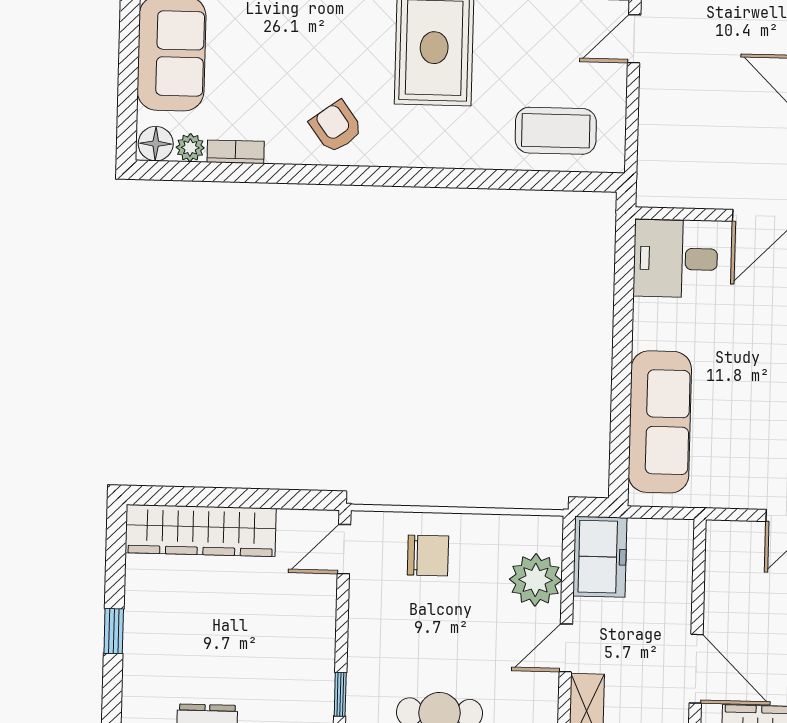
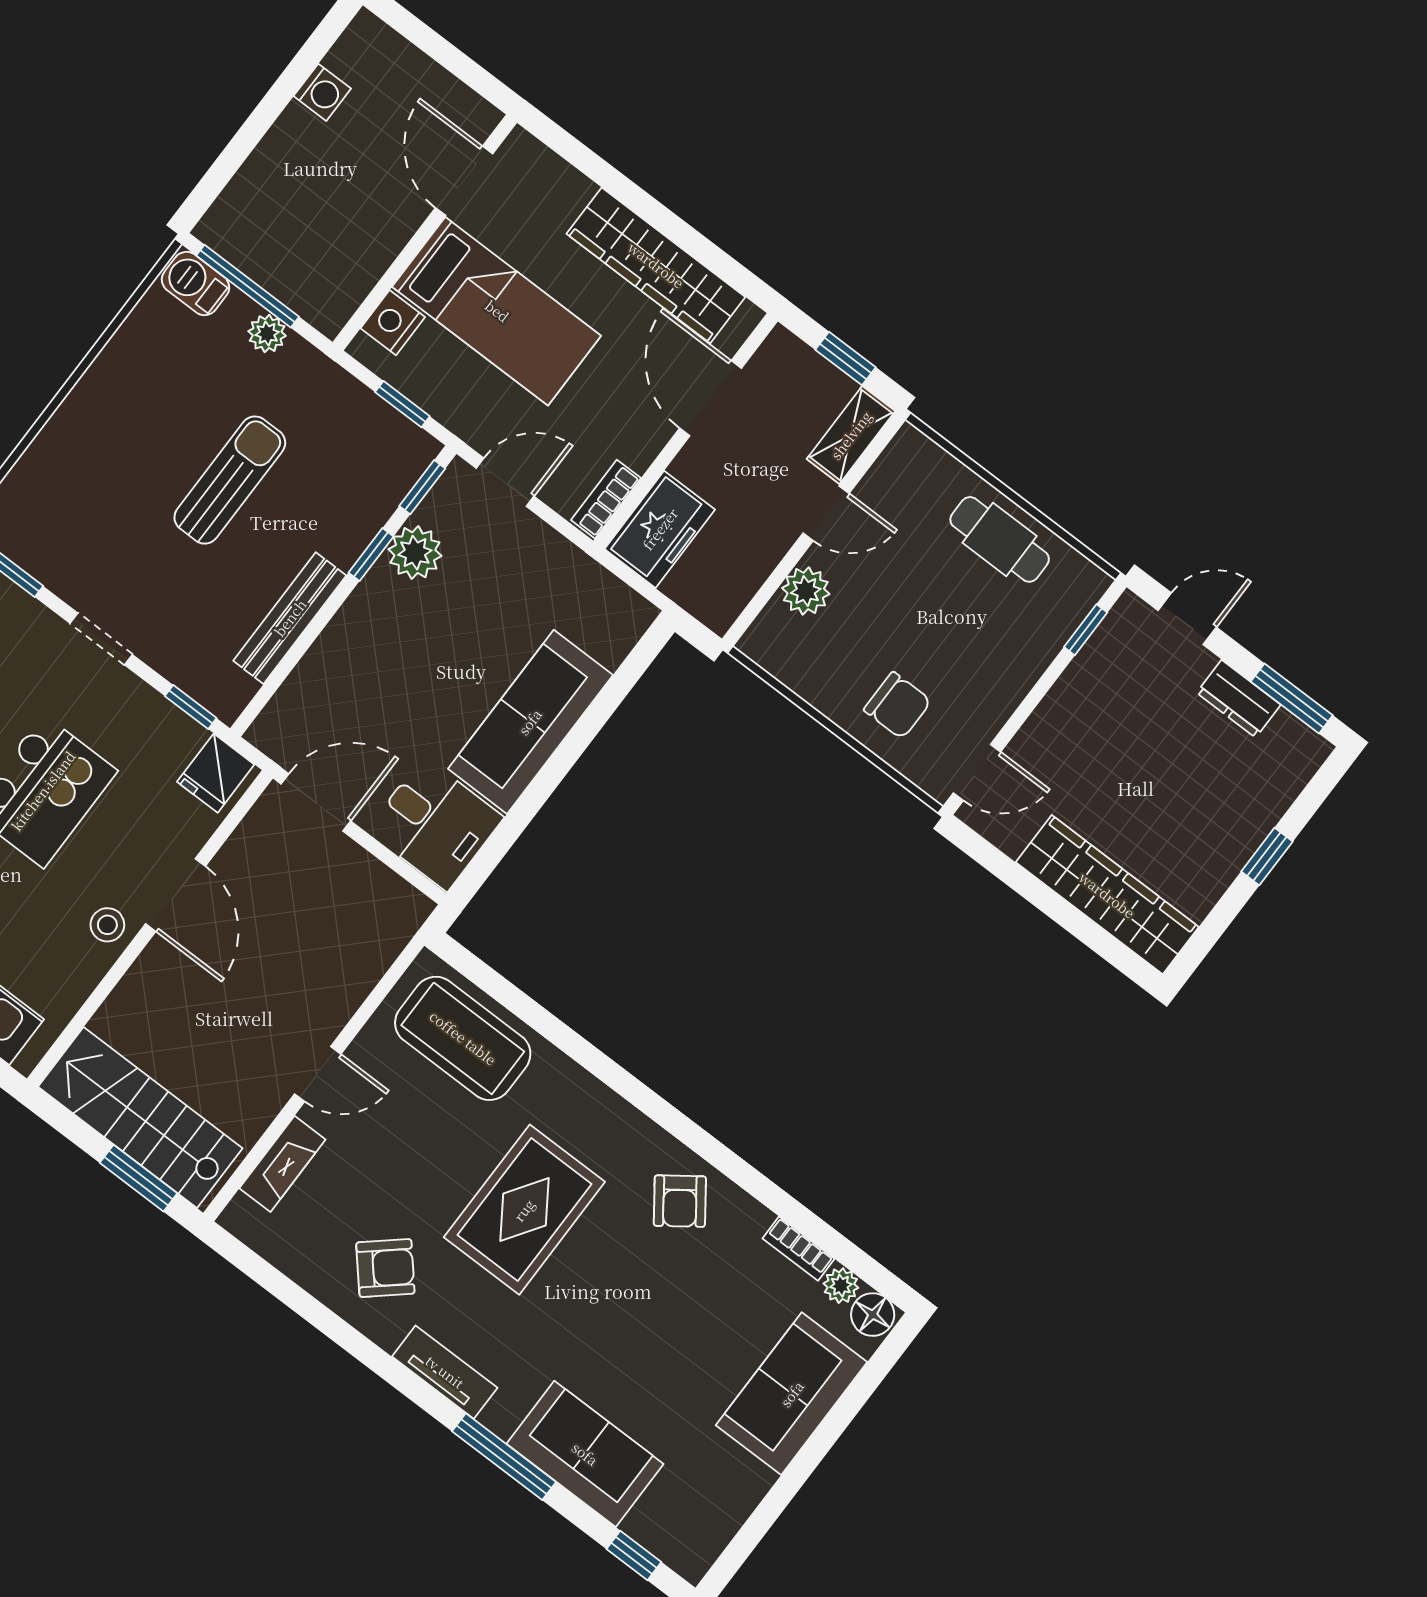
coffee table: (556, 131) -> (463, 1038), width x1.36, depth x1.32
sofa: (660, 422) -> (530, 722), moved
bookcase: (717, 553) -> (606, 499), added
chair: (428, 555) -> (898, 705), turned 180
freezer: (600, 557) -> (660, 529), moved, turned 180
plant: (535, 580) -> (806, 591), width x0.73, depth x0.73

